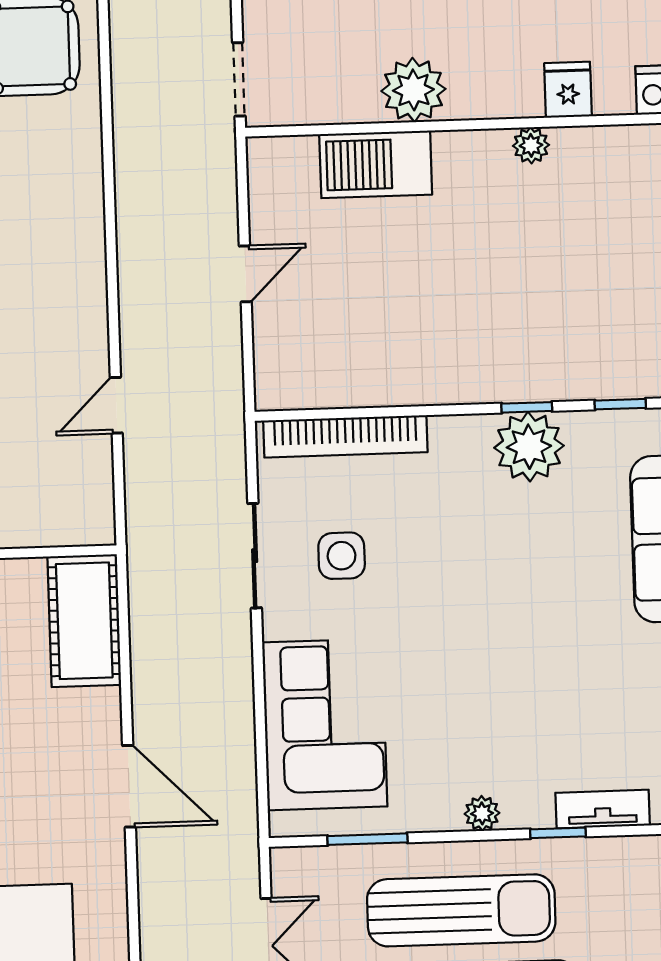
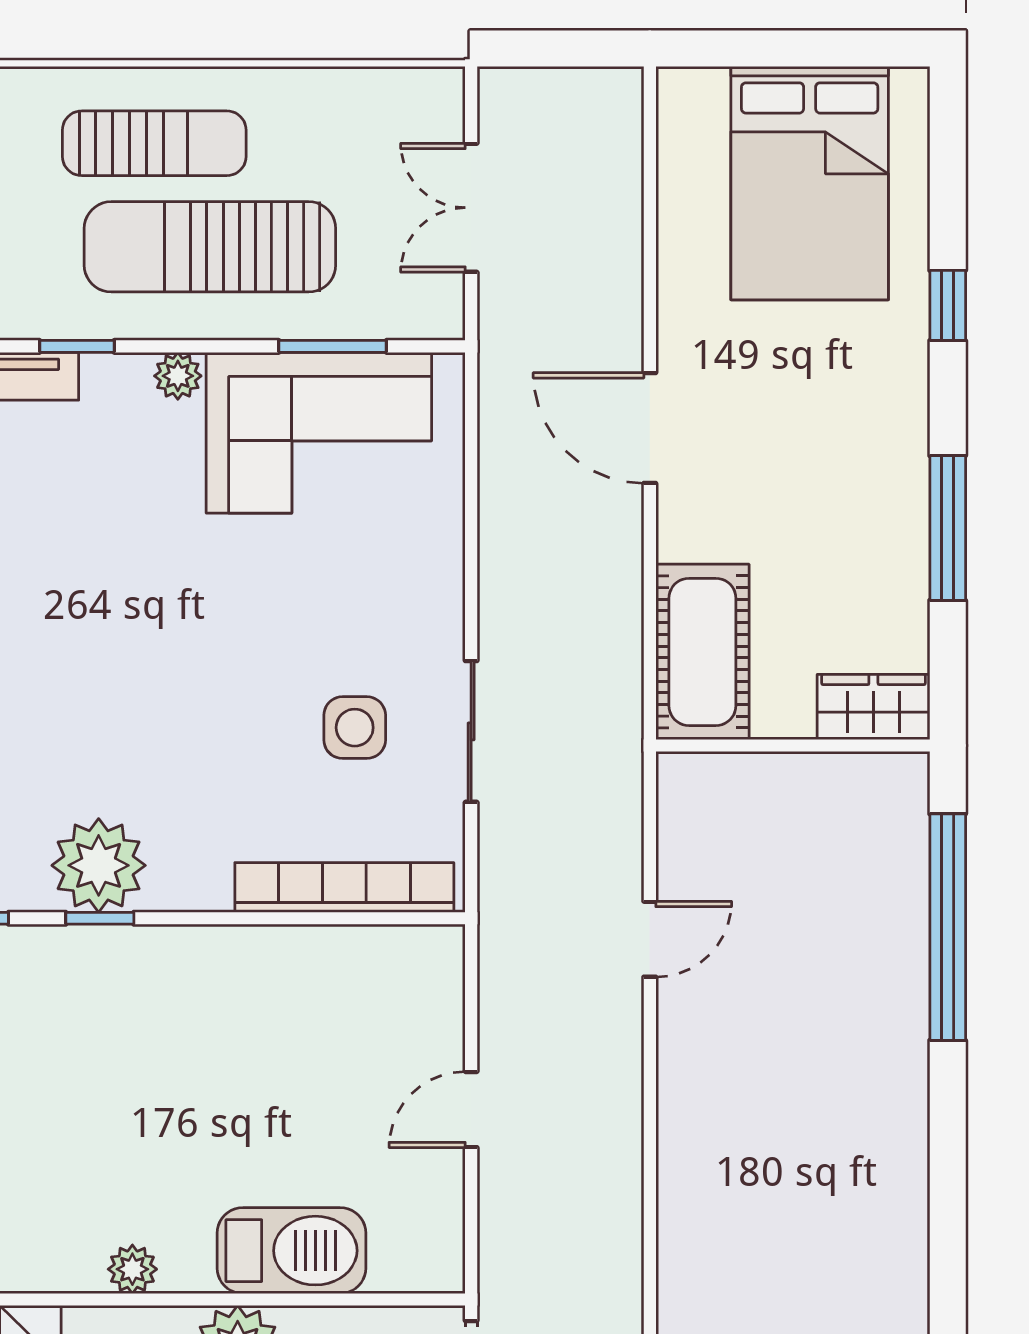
plant: (531, 145) -> (132, 1269), moved
corner sofa: (325, 724) -> (319, 433), moved, turned -90

